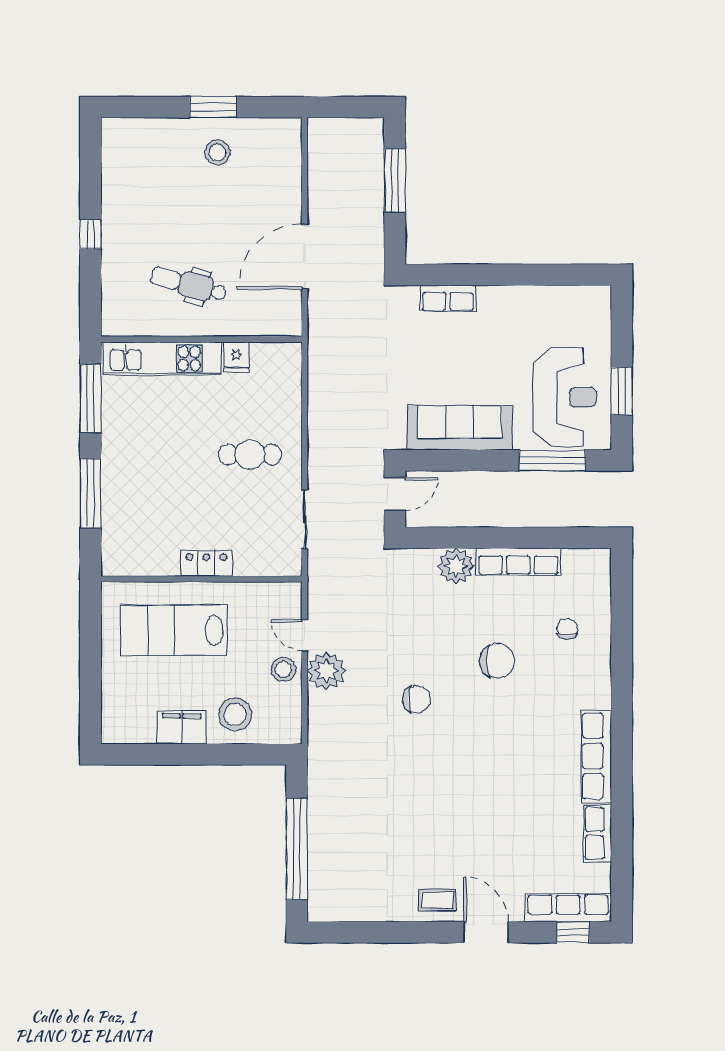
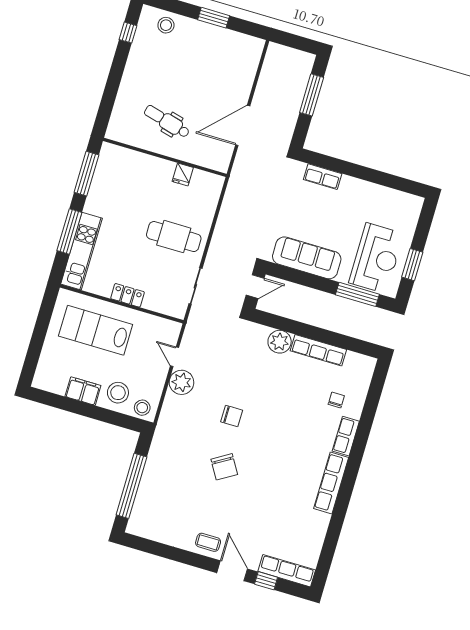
stool: (217, 152) -> (166, 25), moved
window: (91, 234) -> (128, 33), moved
kitchen unit: (162, 358) -> (82, 251), moved, turned -90
cafe table: (250, 455) -> (174, 237), width x1.37, depth x1.35
chair: (497, 661) -> (224, 467), moved, turned 59
stool: (283, 669) -> (142, 408), moved
row of seats: (598, 833) -> (346, 436), moved
window: (573, 932) -> (266, 581), moved

